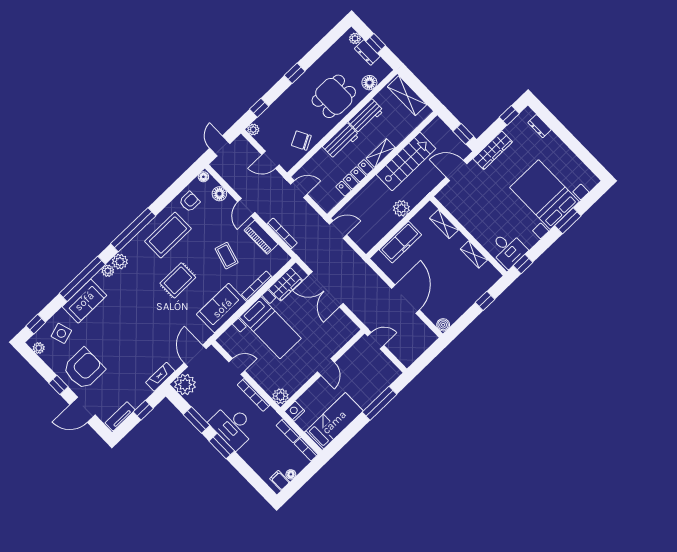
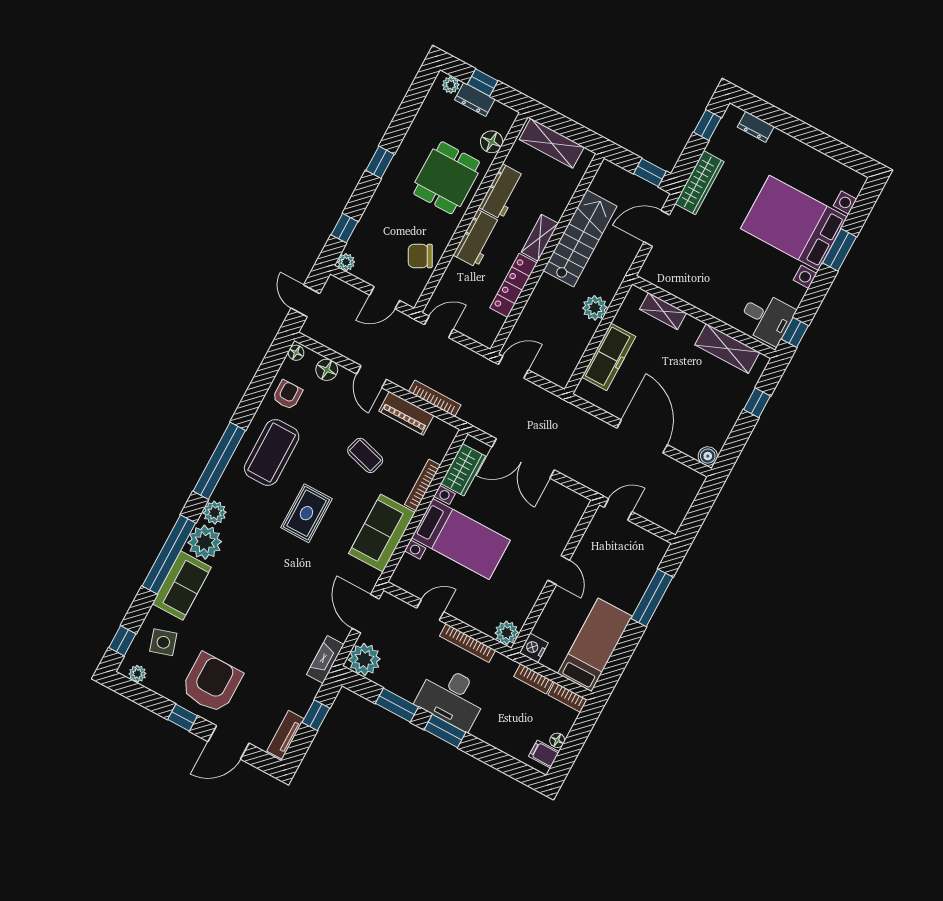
shelving: (474, 254) -> (727, 349), width x1.50, depth x1.33
plant: (108, 271) -> (205, 542), width x1.87, depth x1.87

